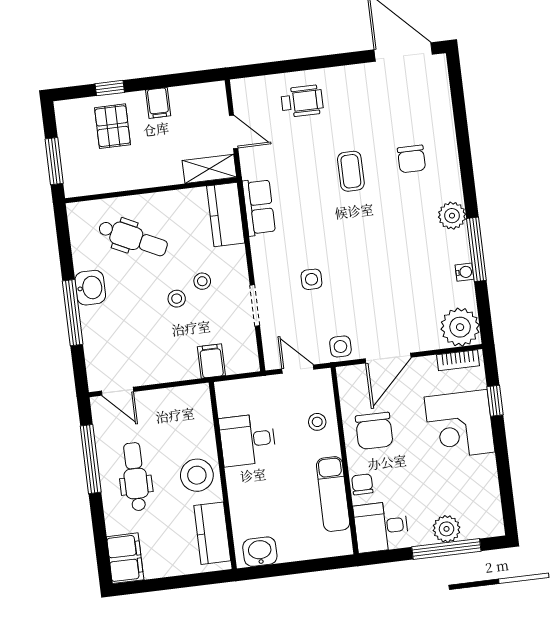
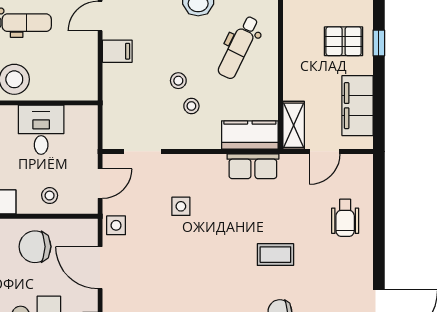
filing cabinet: (158, 103) -> (358, 106), width x3.00, depth x1.17
doorway: (255, 306) -> (142, 151), moved
filing cabinet: (211, 361) -> (117, 51), moved

